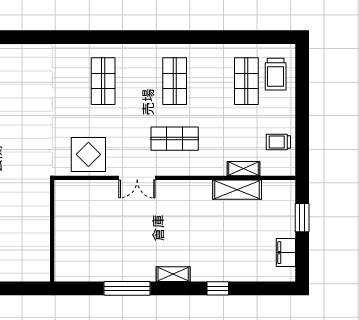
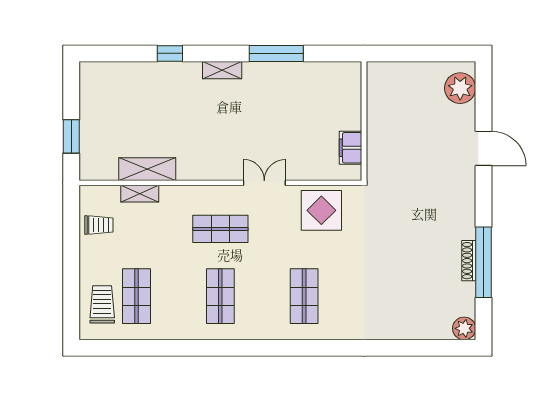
filing cabinet: (286, 253) -> (350, 148), moved, turned 180

